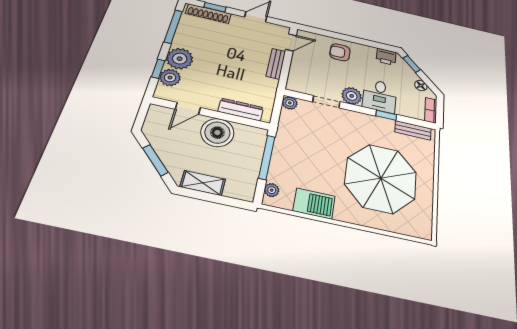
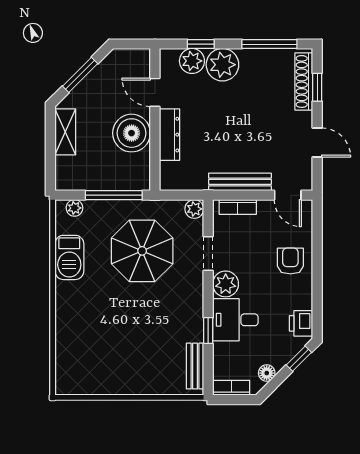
bench: (276, 64) -> (240, 182), width x1.36
bookcase: (294, 75) -> (238, 207), added
dresser: (241, 110) -> (169, 135), moved
parasol: (381, 178) -> (142, 251), moved, width x0.73, depth x0.73

